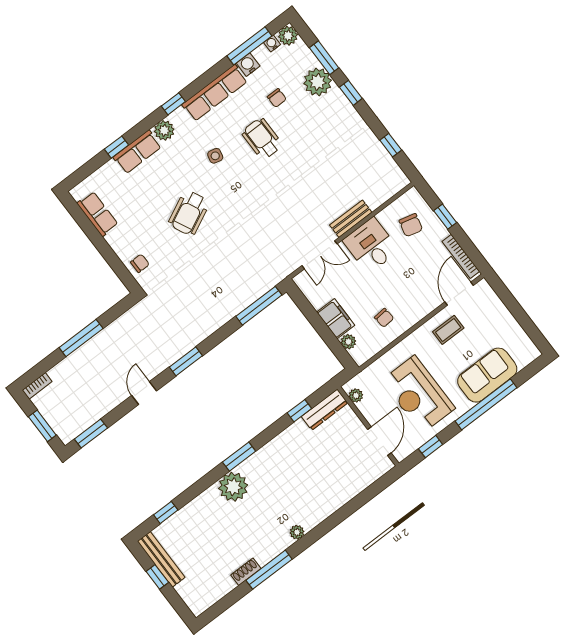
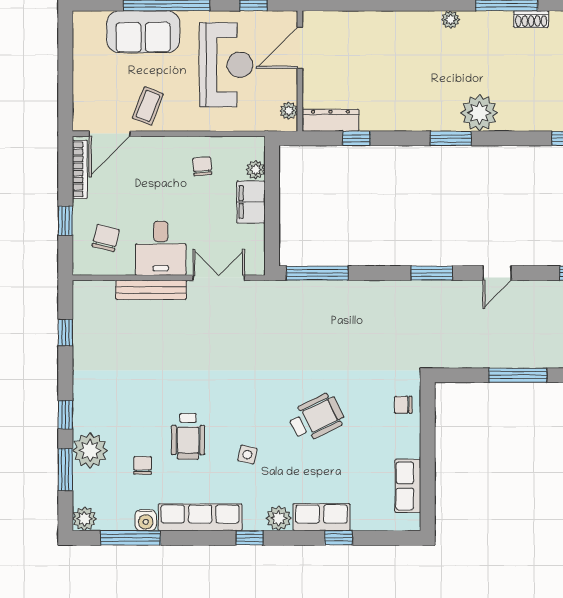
water cooler: (272, 43) -> (106, 523), removed
bench: (351, 219) -> (151, 290), width x1.36
coffee table: (448, 330) -> (148, 106), turned -69

